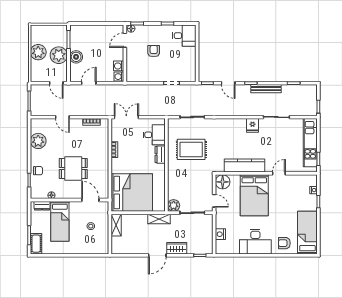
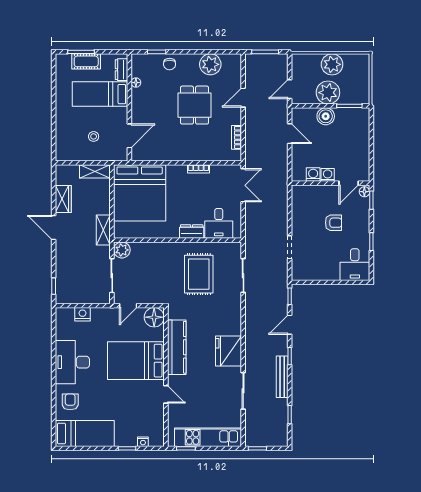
door: (125, 40) -> (349, 183), swing flipped
washing machine: (119, 77) -> (328, 175), moved
fridge: (252, 125) -> (229, 351), width x1.88, depth x1.34
dining table: (73, 168) -> (195, 105), moved
cot: (36, 244) -> (86, 61), moved
wardrobe: (177, 248) -> (63, 199), moved

